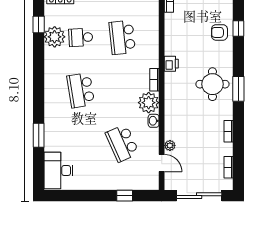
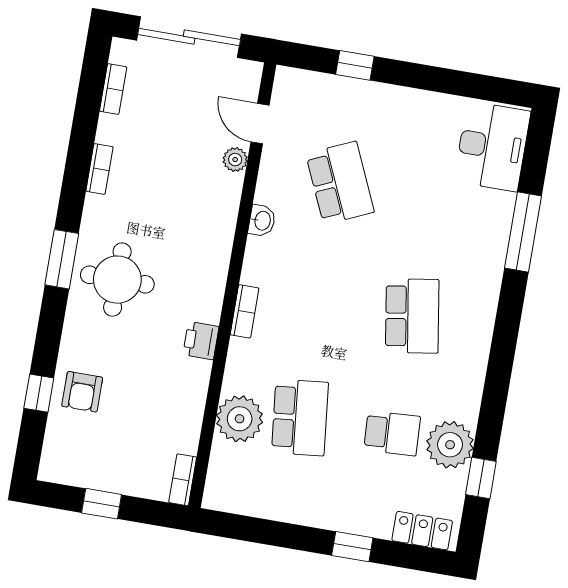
armchair: (219, 32) -> (82, 392), turned 90
plant: (149, 103) -> (240, 419), moved
window: (39, 135) -> (523, 232), width x1.44

